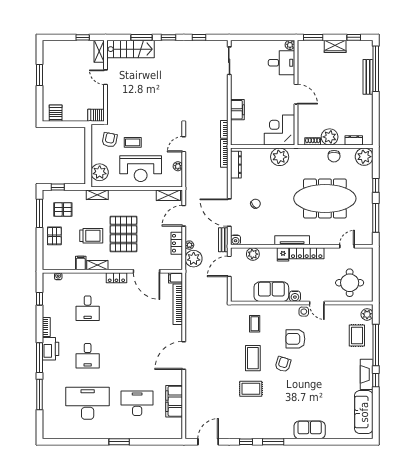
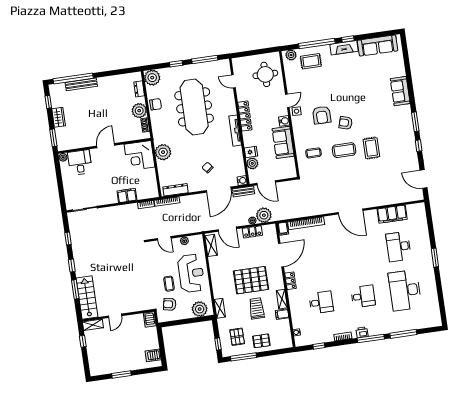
fridge: (283, 254) -> (251, 152), moved
printer: (50, 349) -> (362, 332), width x0.53, depth x0.68

